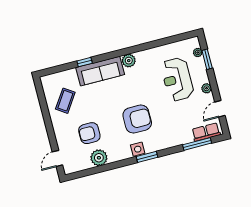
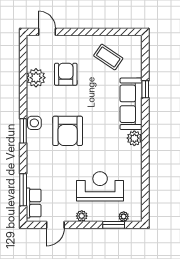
door: (220, 109) -> (55, 225), swing flipped

